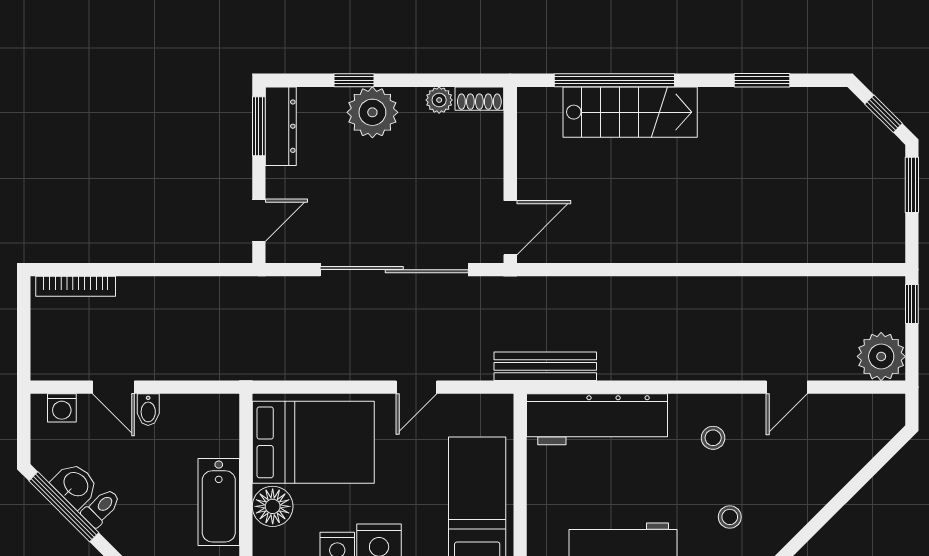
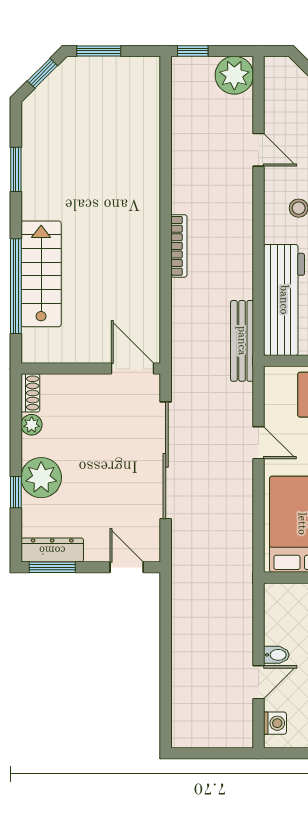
bookcase: (76, 286) -> (179, 246), moved

